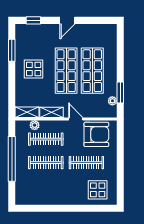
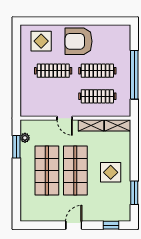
plant: (35, 125) -> (110, 111), removed
armchair: (96, 134) -> (79, 41), moved

